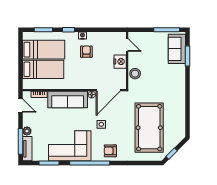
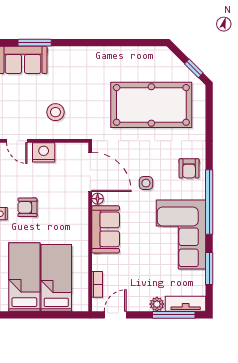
door: (127, 45) -> (17, 141), swing flipped
stool: (135, 74) -> (55, 112), moved
sofa: (68, 100) -> (106, 229), width x0.73

